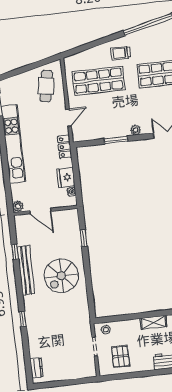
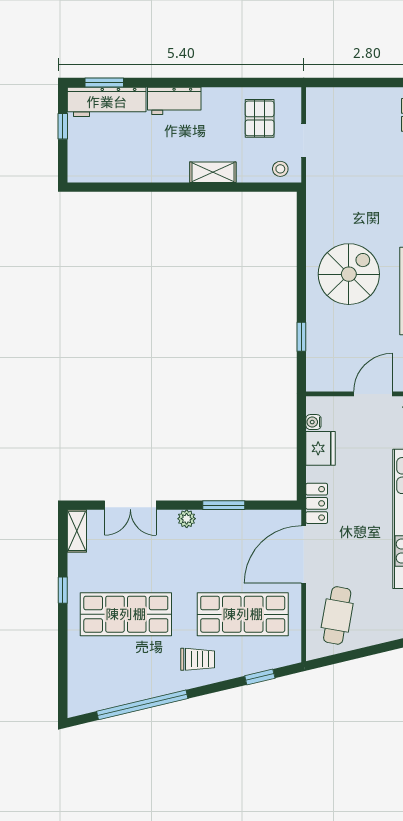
window: (85, 47) -> (260, 677), added
door: (69, 118) -> (304, 554), width x1.88
door: (40, 211) -> (373, 394), hinge flipped
shelving: (153, 322) -> (213, 172), moved

